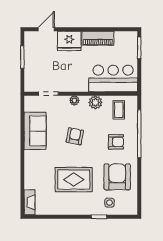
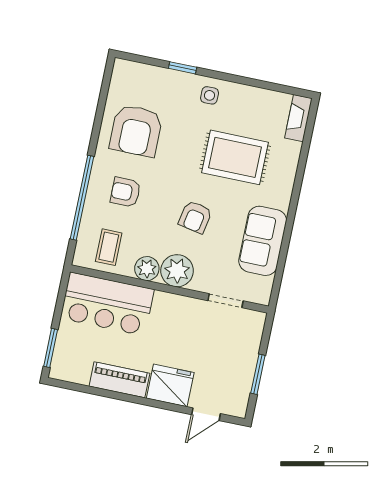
plant: (74, 100) -> (177, 271), width x1.88, depth x1.88
rug: (74, 180) -> (235, 157), moved
side table: (109, 203) -> (210, 95), moved

